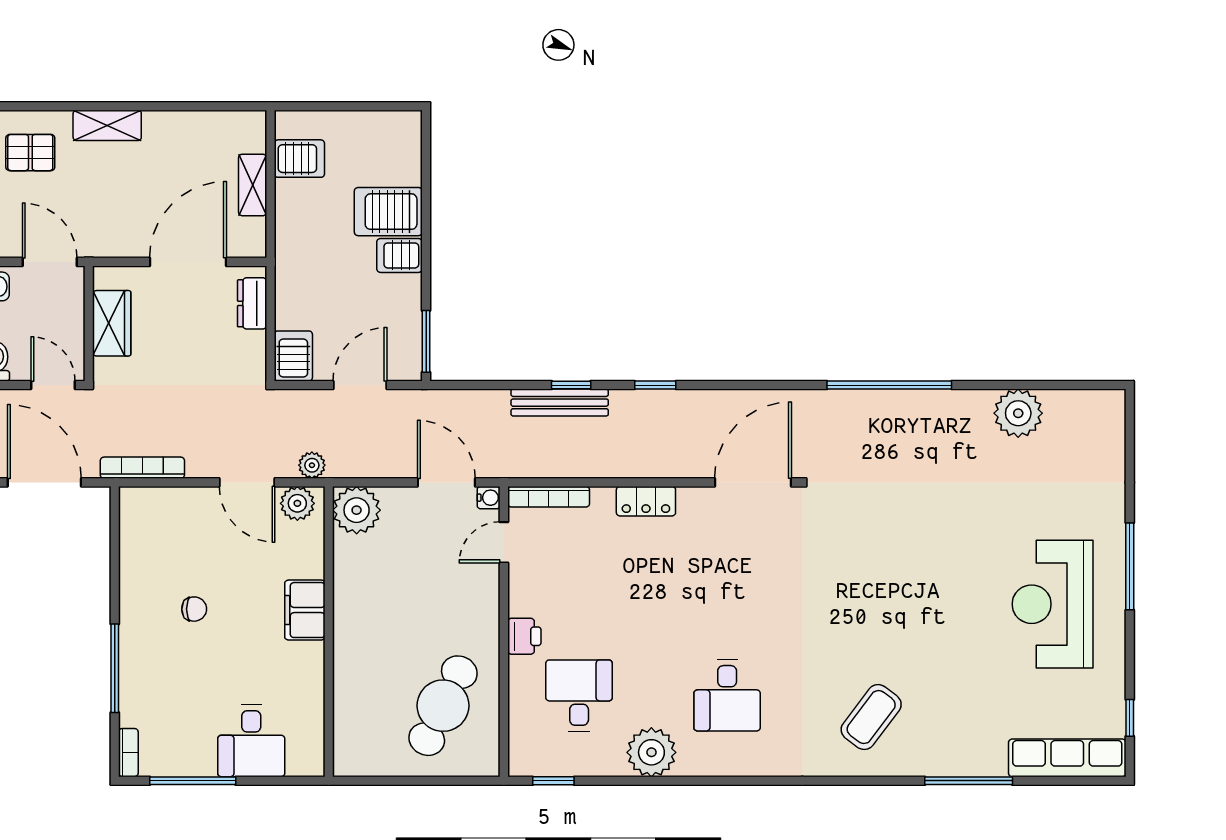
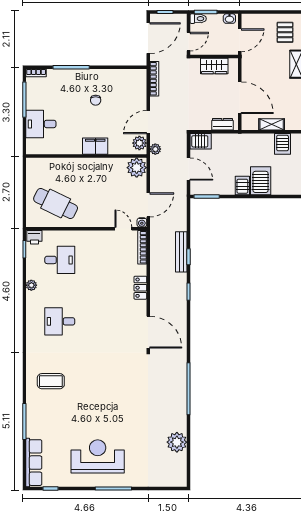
printer: (524, 636) -> (34, 237), moved
coffee table: (871, 717) -> (51, 381), turned -37
plant: (651, 752) -> (31, 285), width x0.53, depth x0.53

